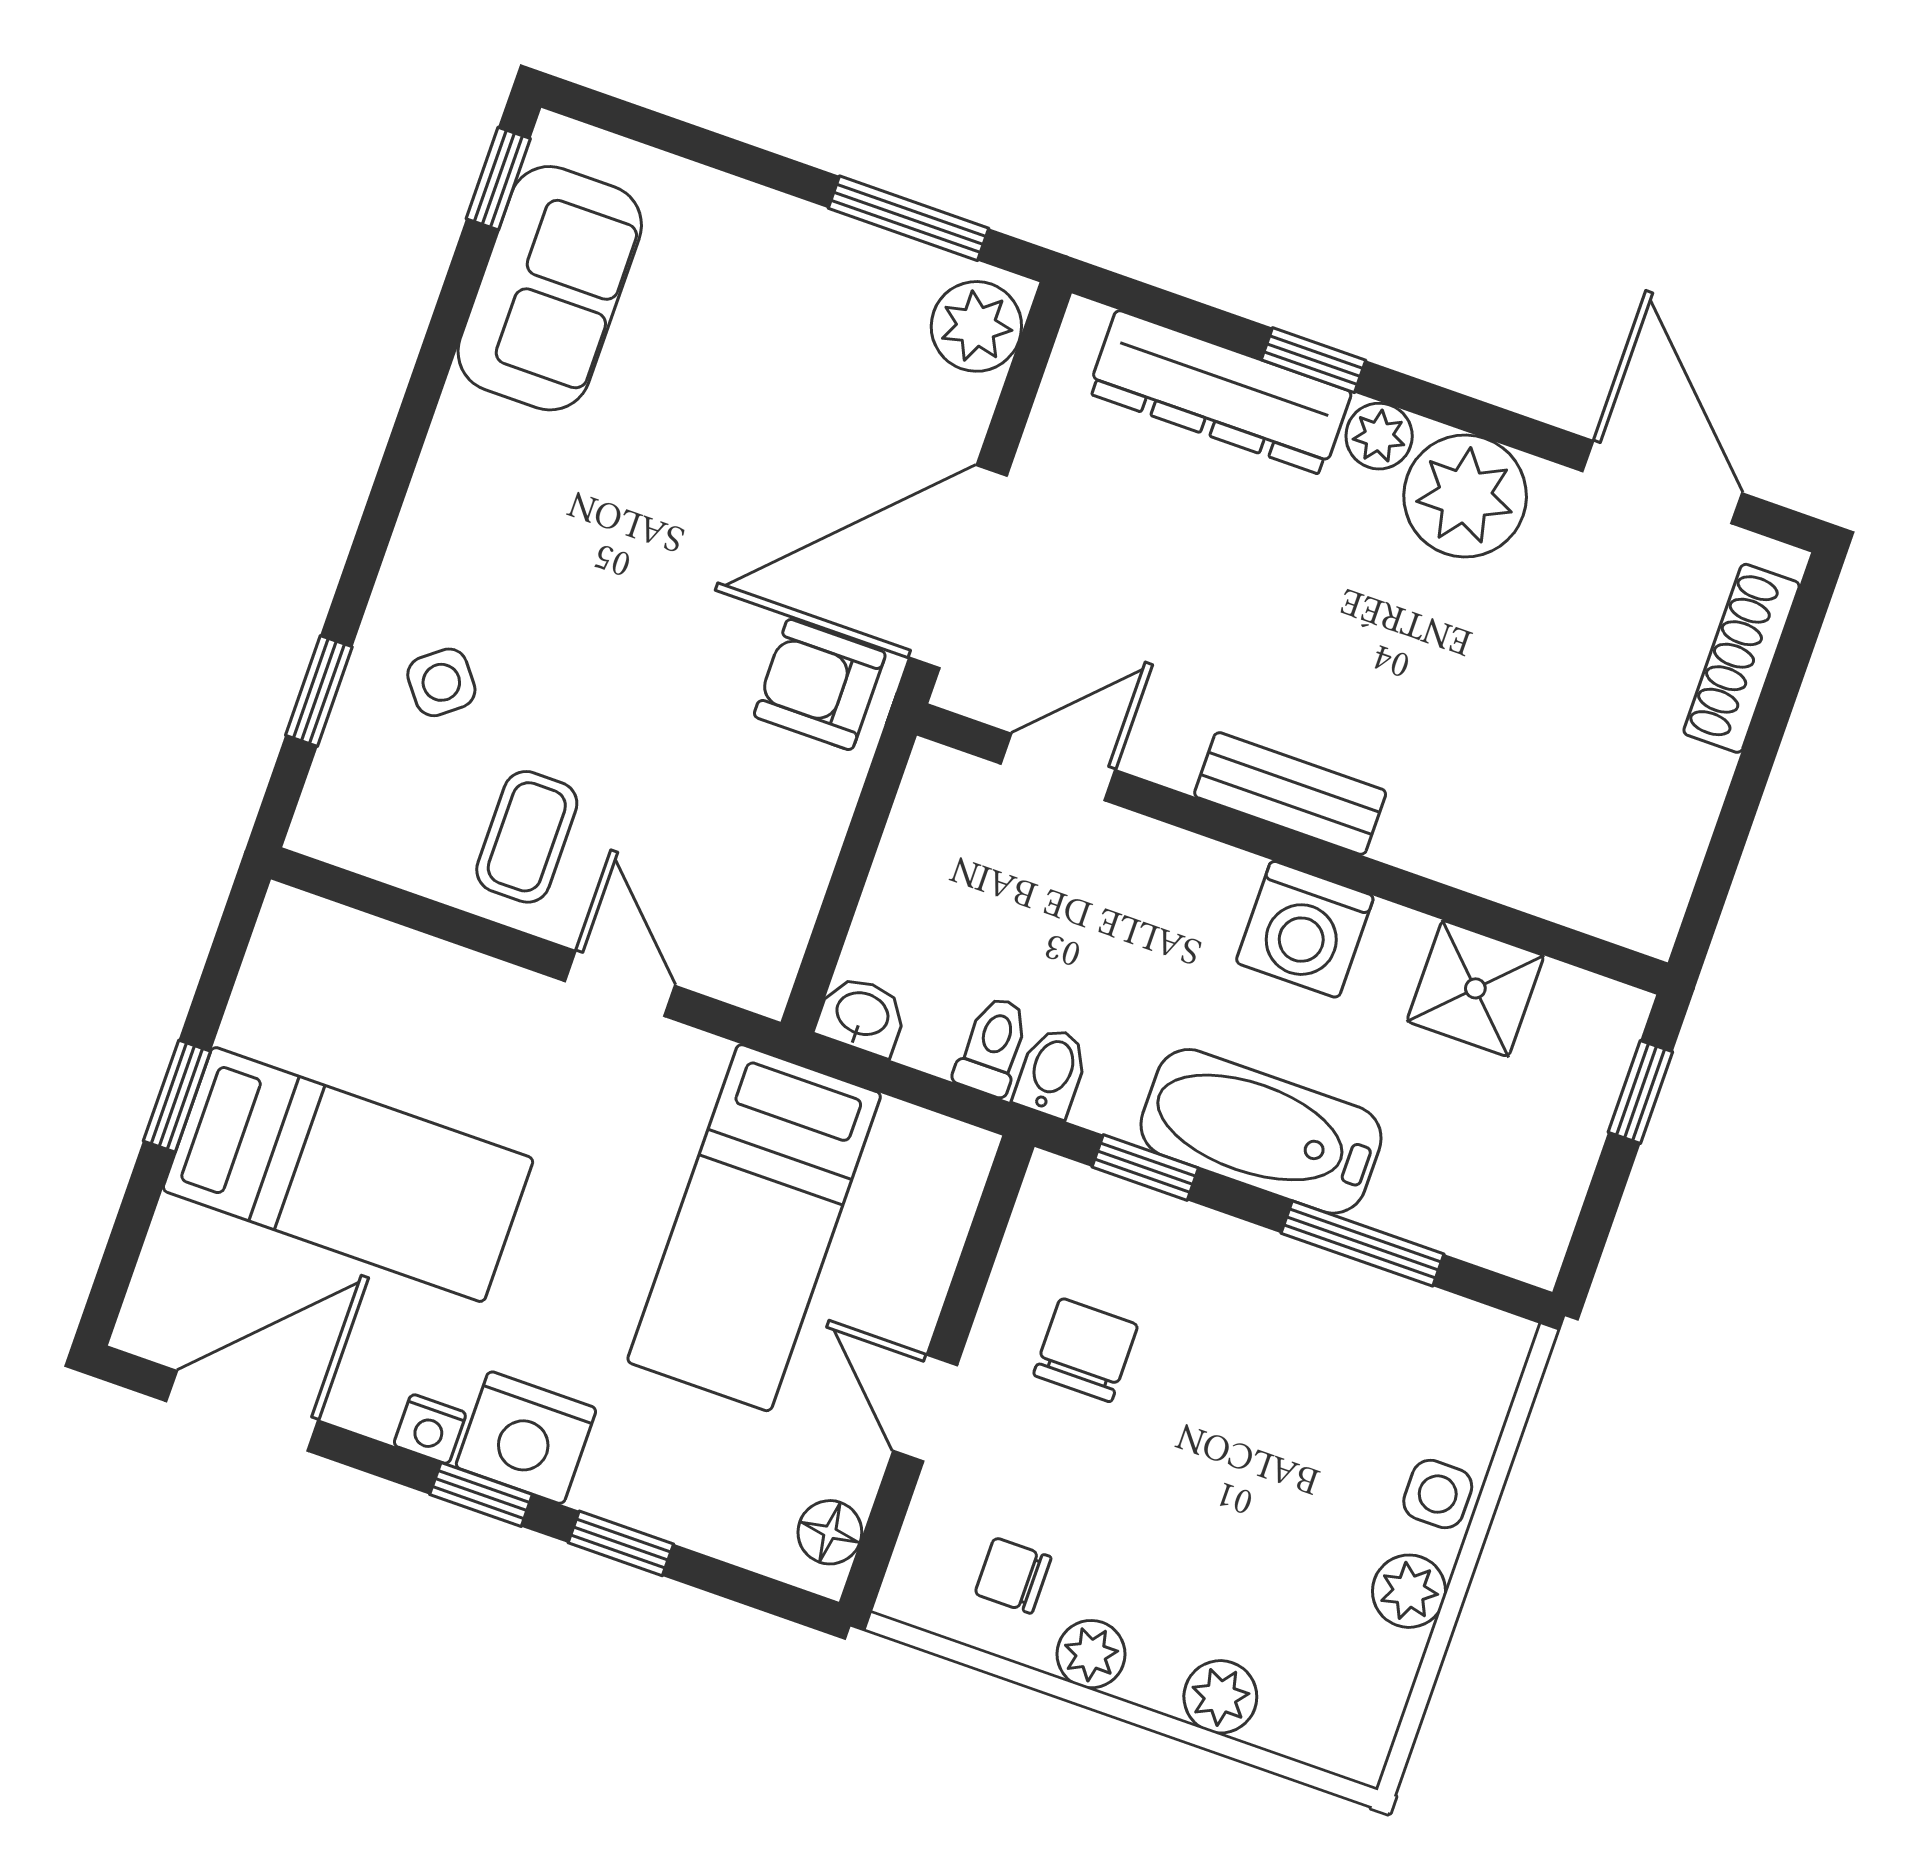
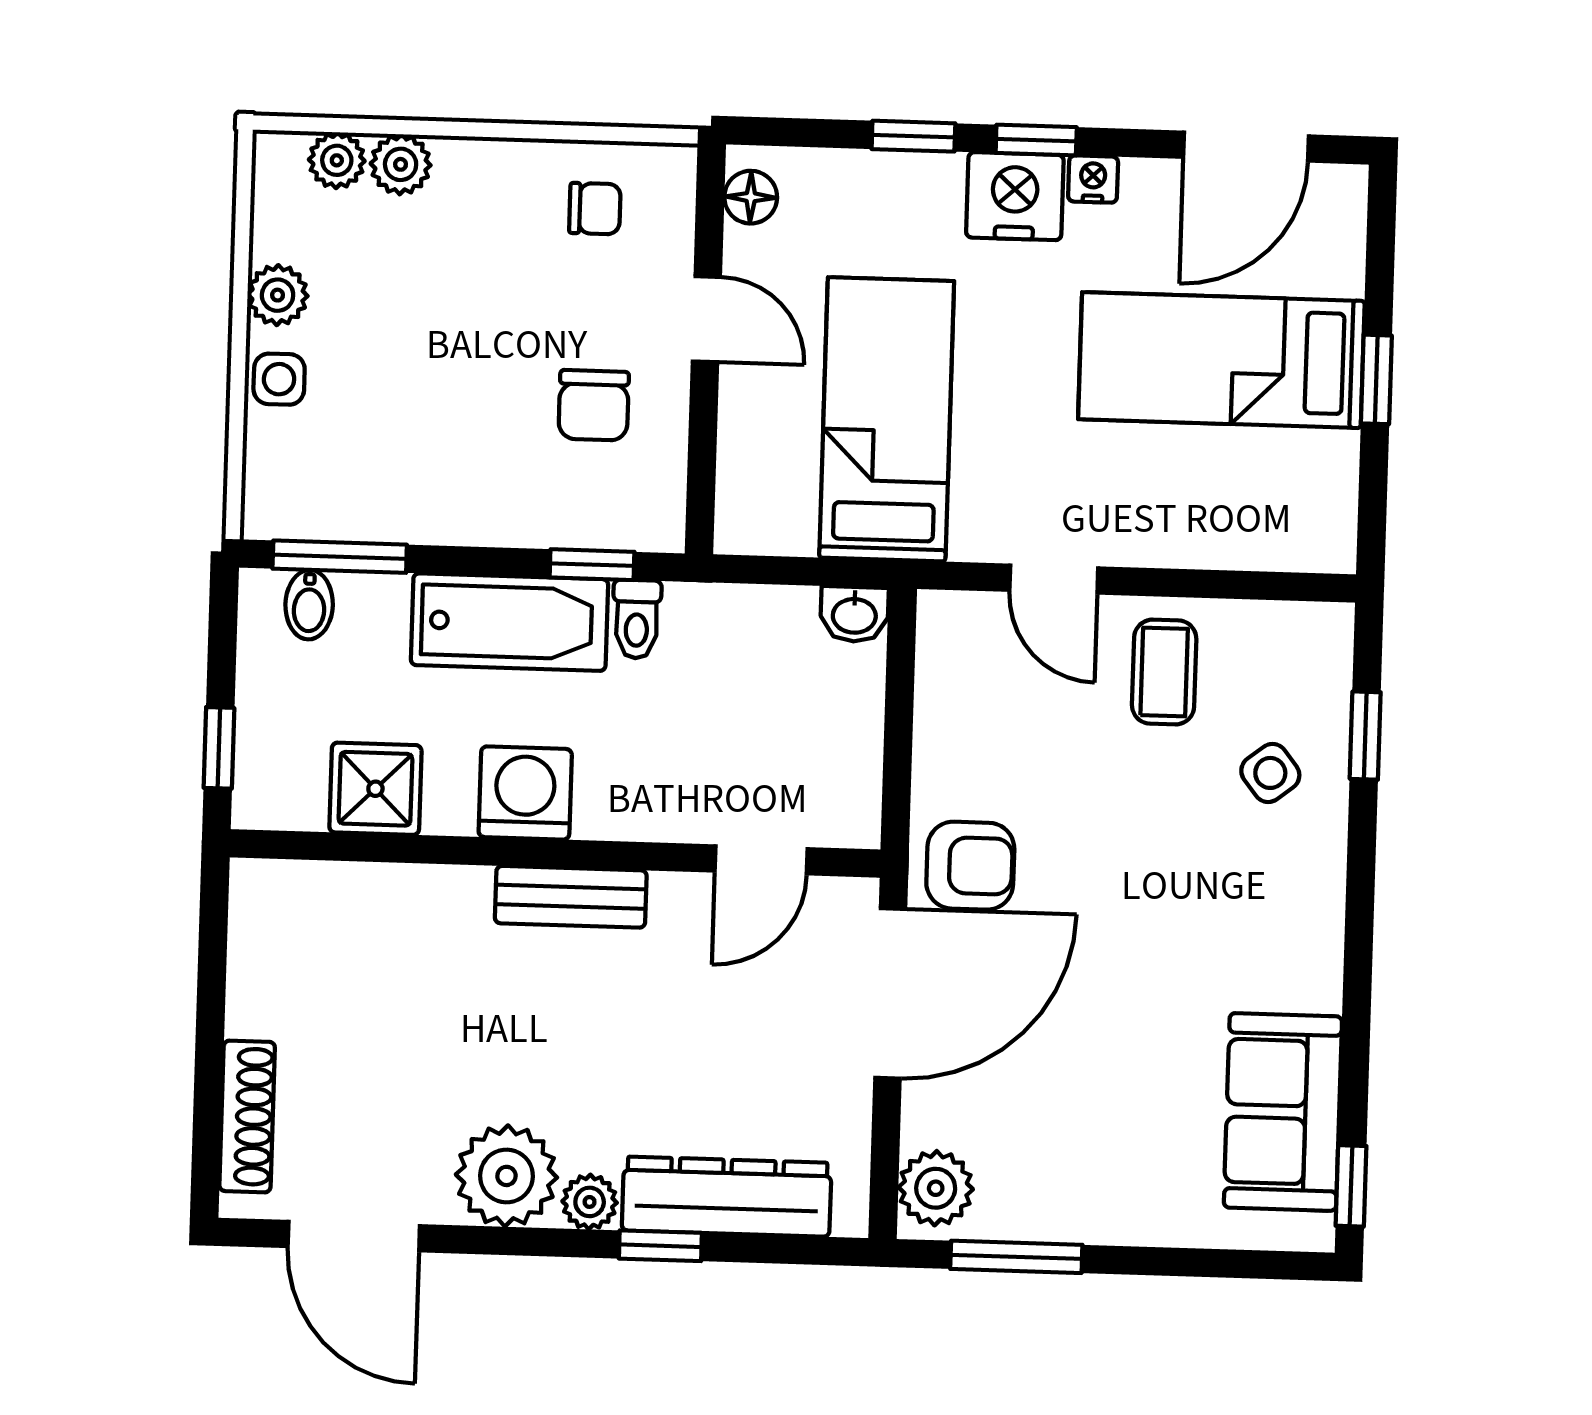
toilet: (993, 1046) -> (637, 619), moved
bidet: (1052, 1072) -> (309, 605), moved
window: (1362, 1244) -> (340, 557), moved
plant: (1091, 1654) -> (337, 160), moved

